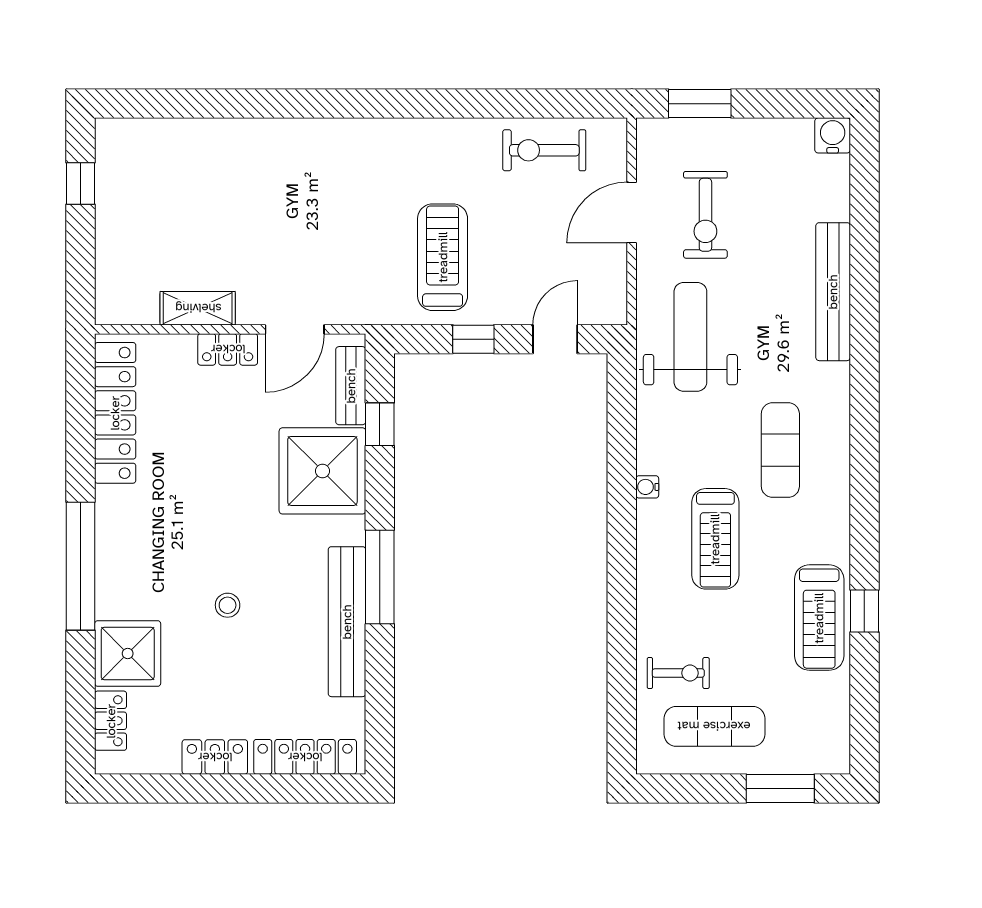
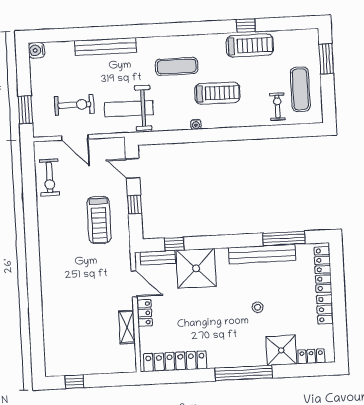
treadmill: (443, 257) -> (99, 220), turned -90
window: (380, 577) -> (284, 238), moved

